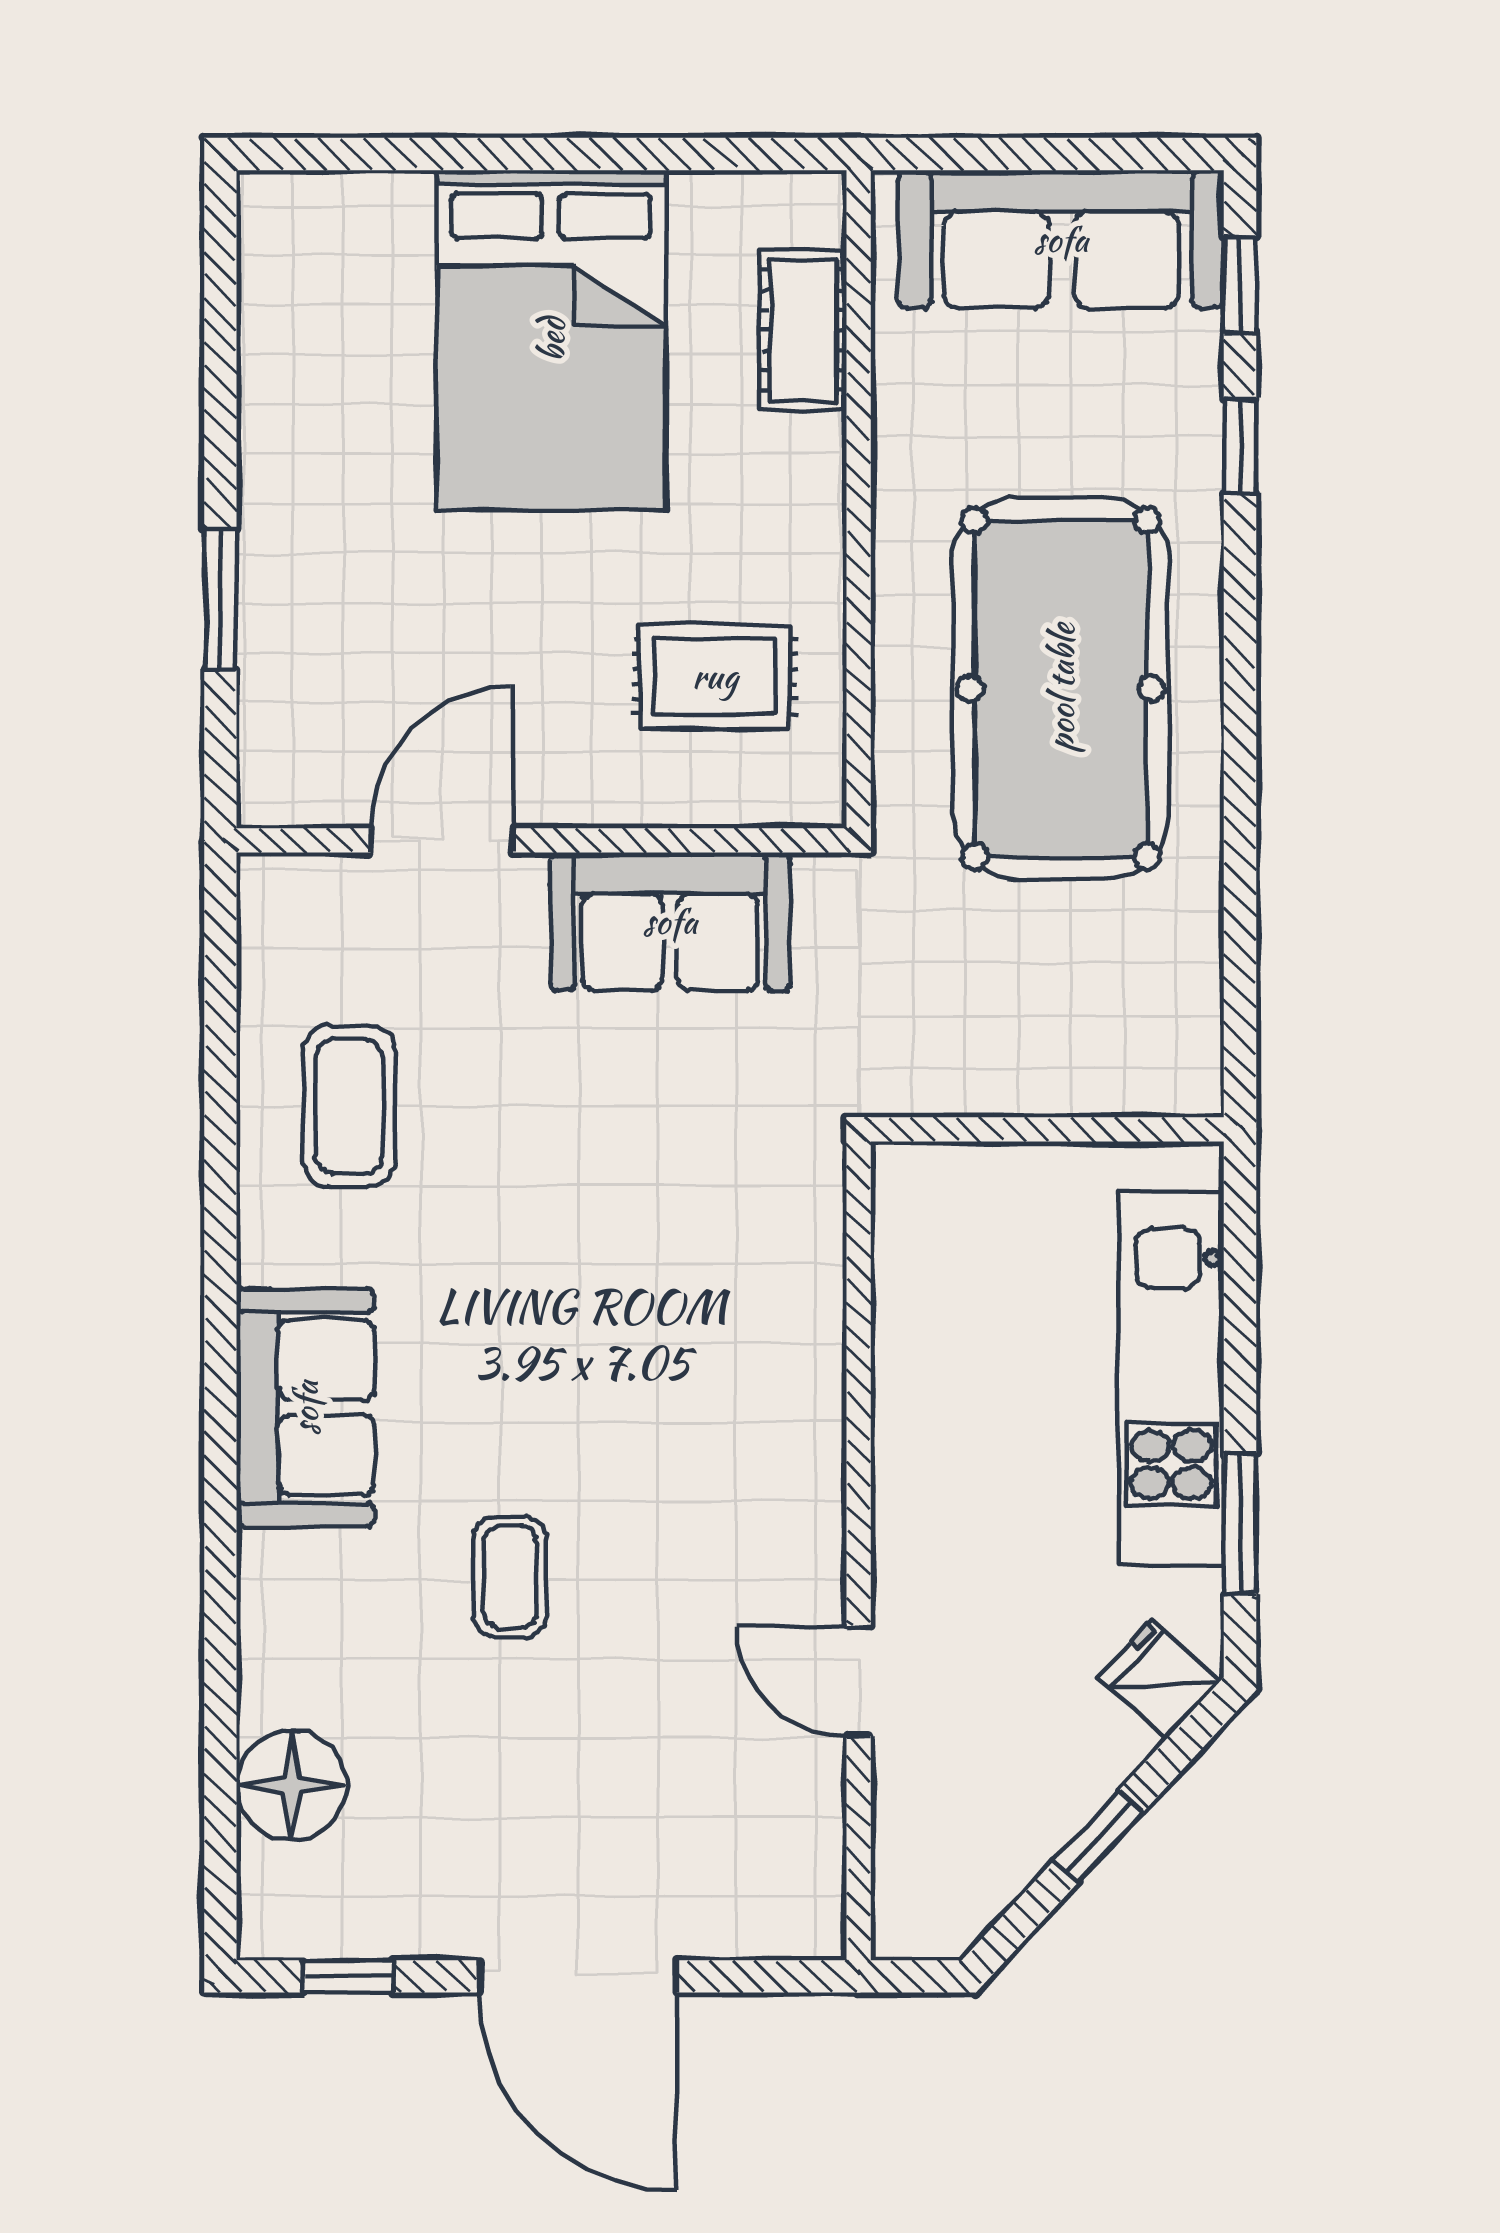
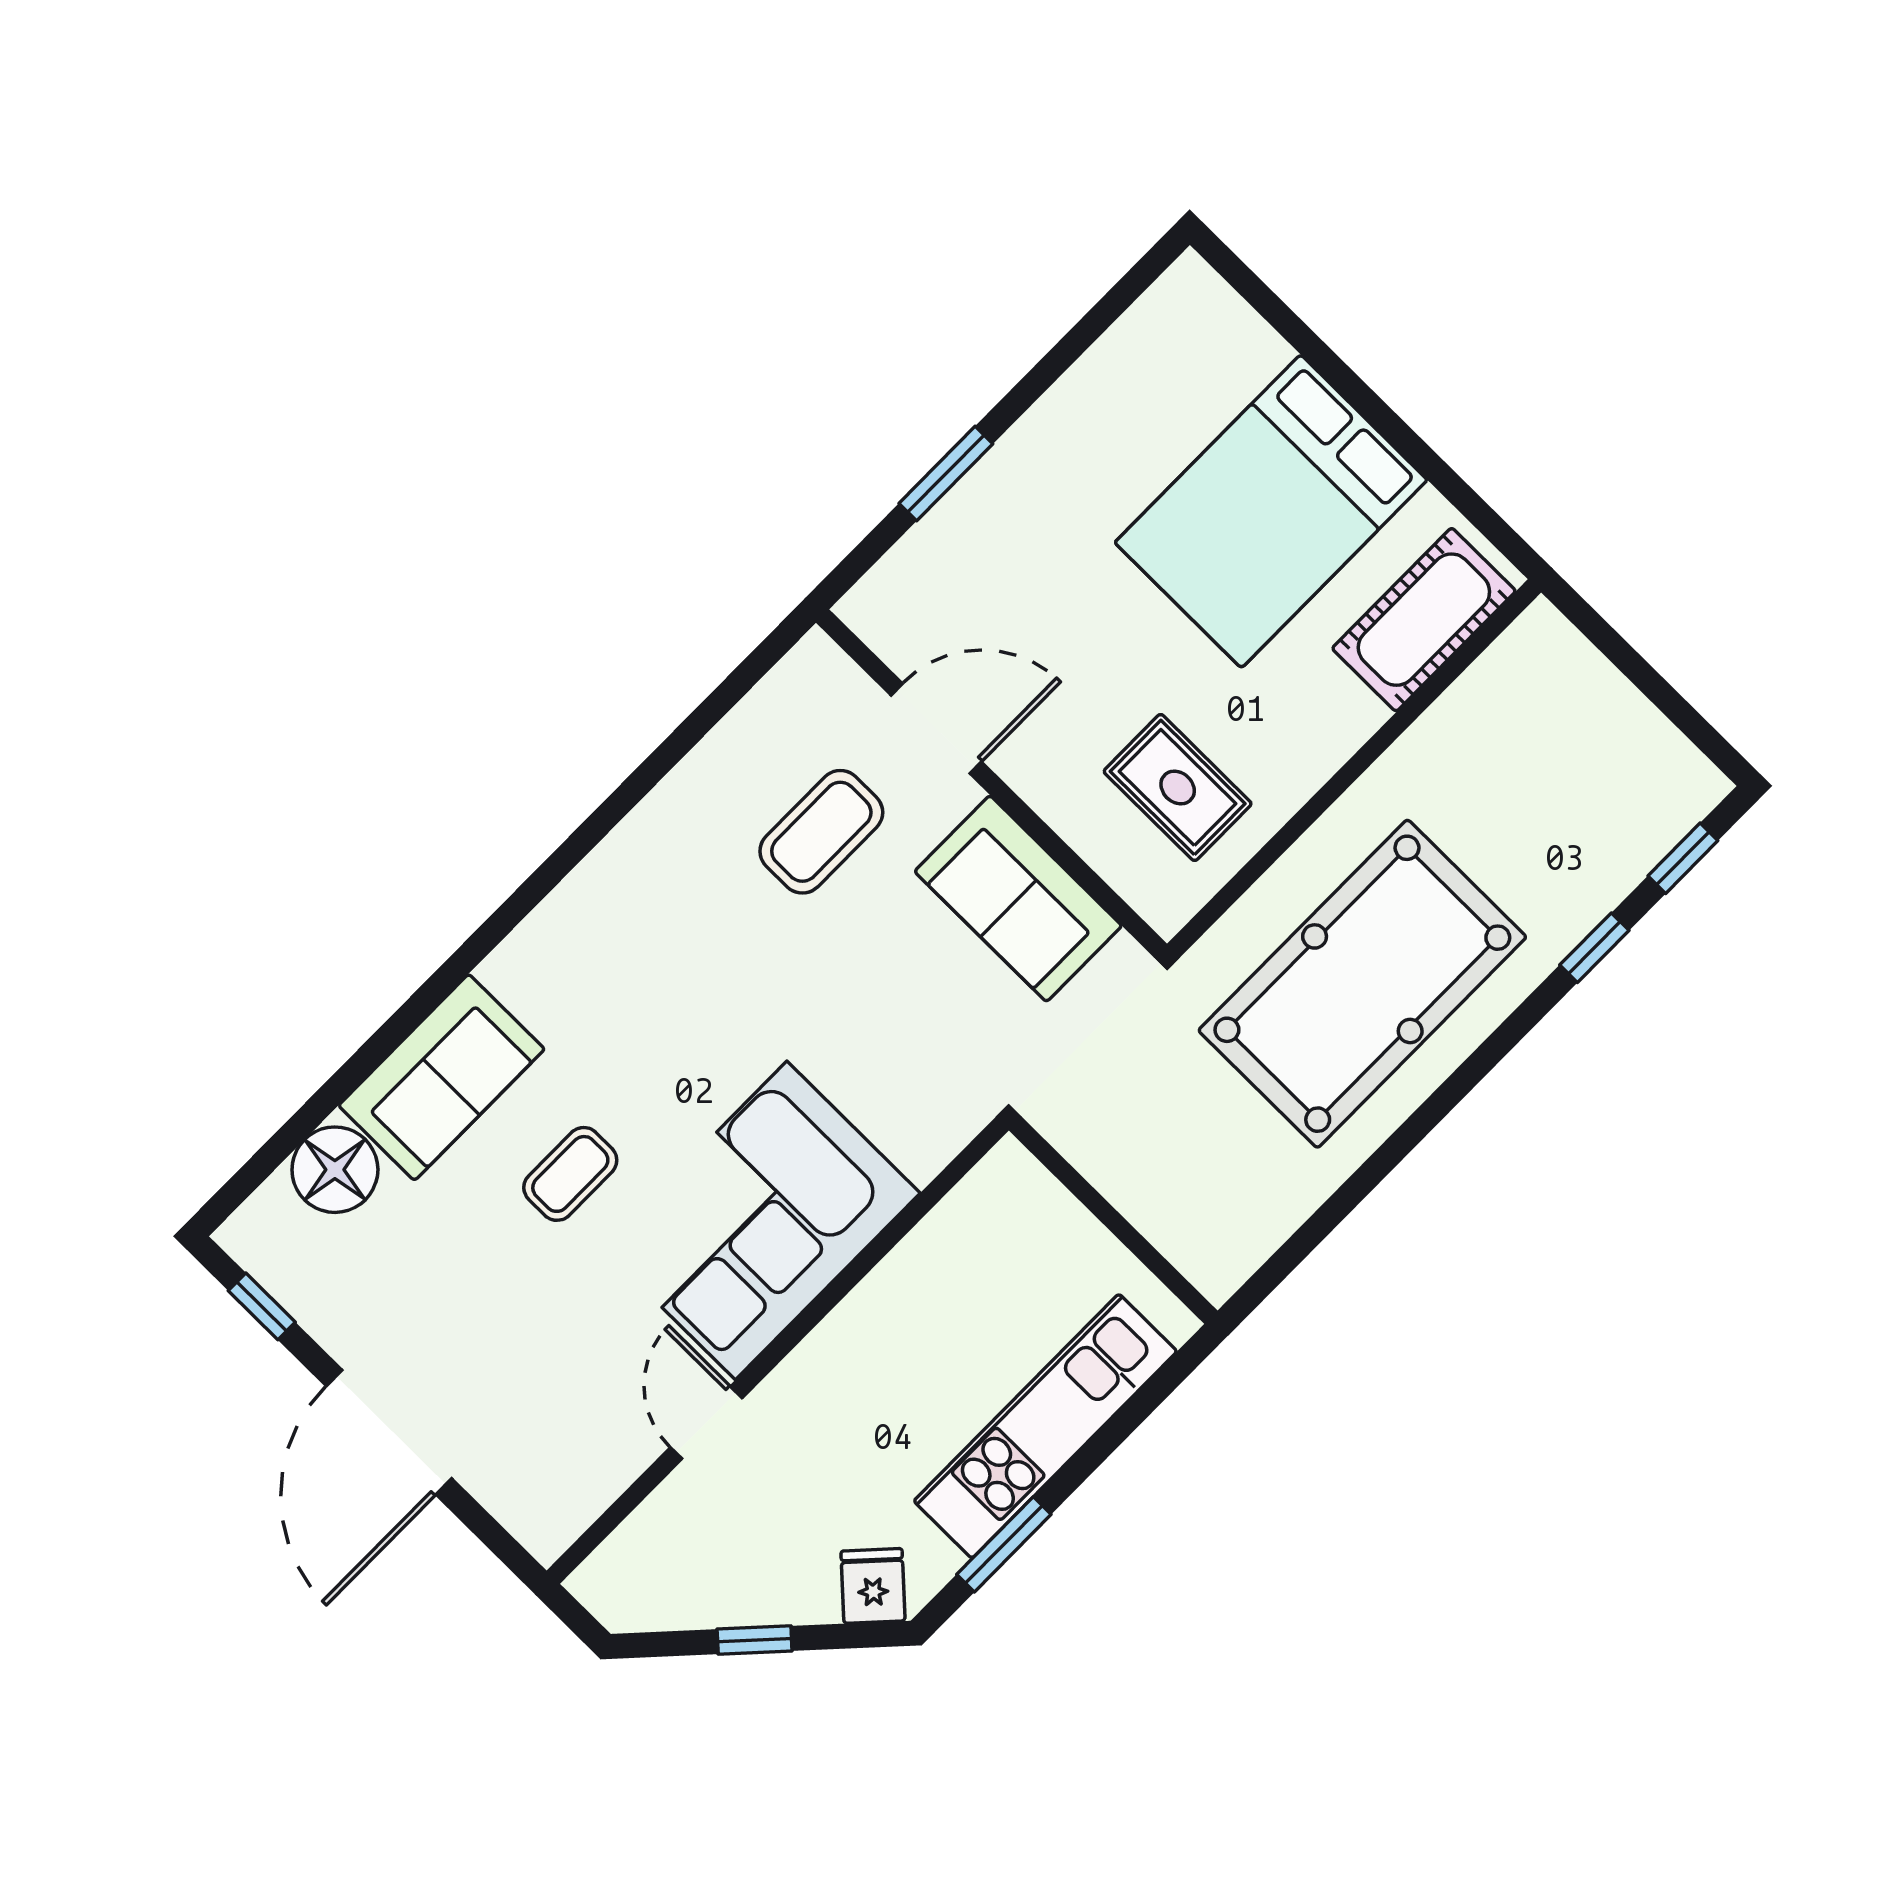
sofa: (1061, 239) -> (1609, 735), removed
cot: (803, 330) -> (1424, 620), width x1.37, depth x1.34
coffee table: (349, 1106) -> (821, 832), moved
sofa: (305, 1408) -> (442, 1077), moved
corner sofa: (726, 1447) -> (761, 1220), added

